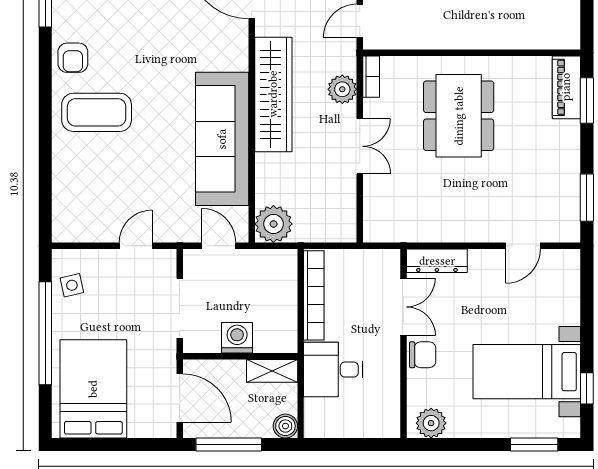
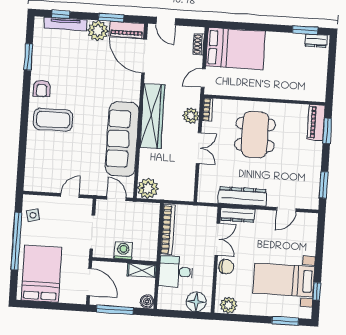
dresser: (443, 227) -> (242, 196), added
floor lamp: (373, 421) -> (196, 302), added

